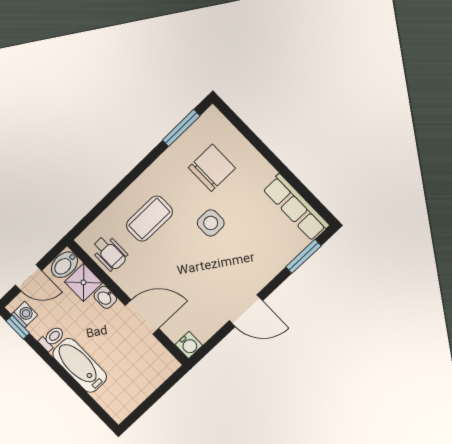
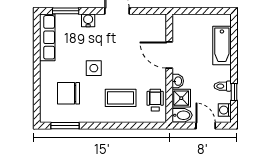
window: (18, 327) -> (234, 92), moved
water cooler: (189, 345) -> (88, 20), moved
bathtub: (80, 365) -> (222, 45), moved

